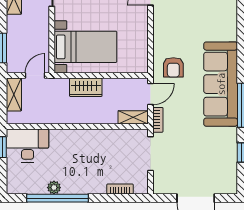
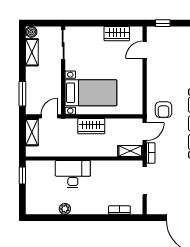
desk: (28, 145) -> (73, 174), moved
window: (58, 198) -> (68, 218), removed

